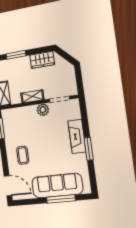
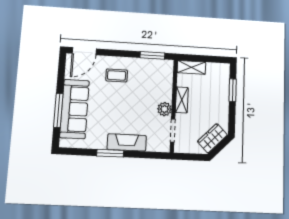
wardrobe: (42, 60) -> (212, 138), moved, turned 45

